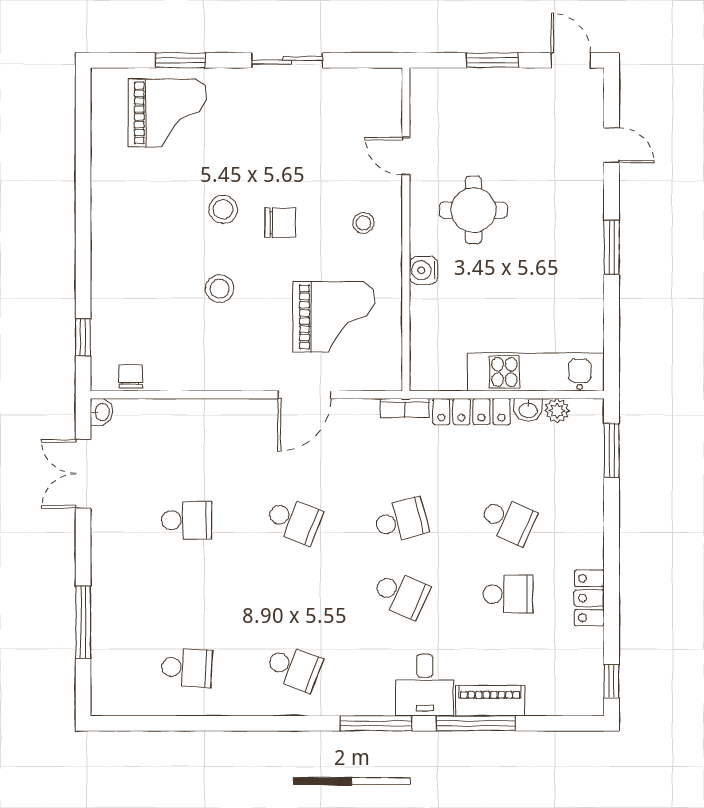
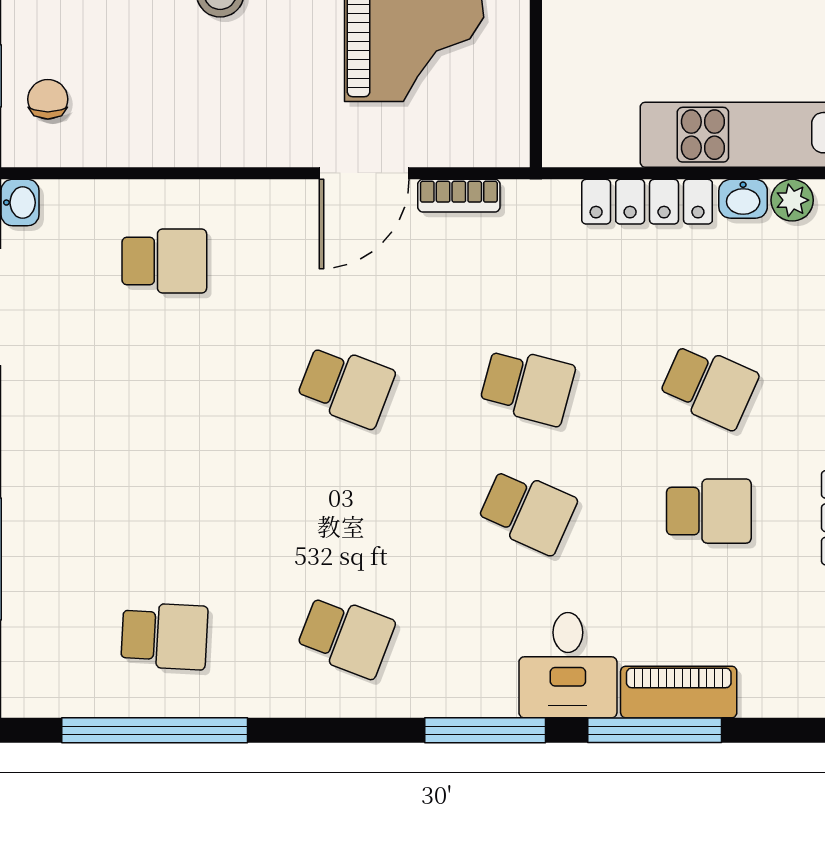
chair: (131, 376) -> (48, 99), moved
bookcase: (405, 408) -> (459, 196), moved
school desk: (187, 520) -> (164, 261), moved
school desk: (401, 520) -> (527, 386), turned 30
window: (181, 723) -> (155, 730), added

